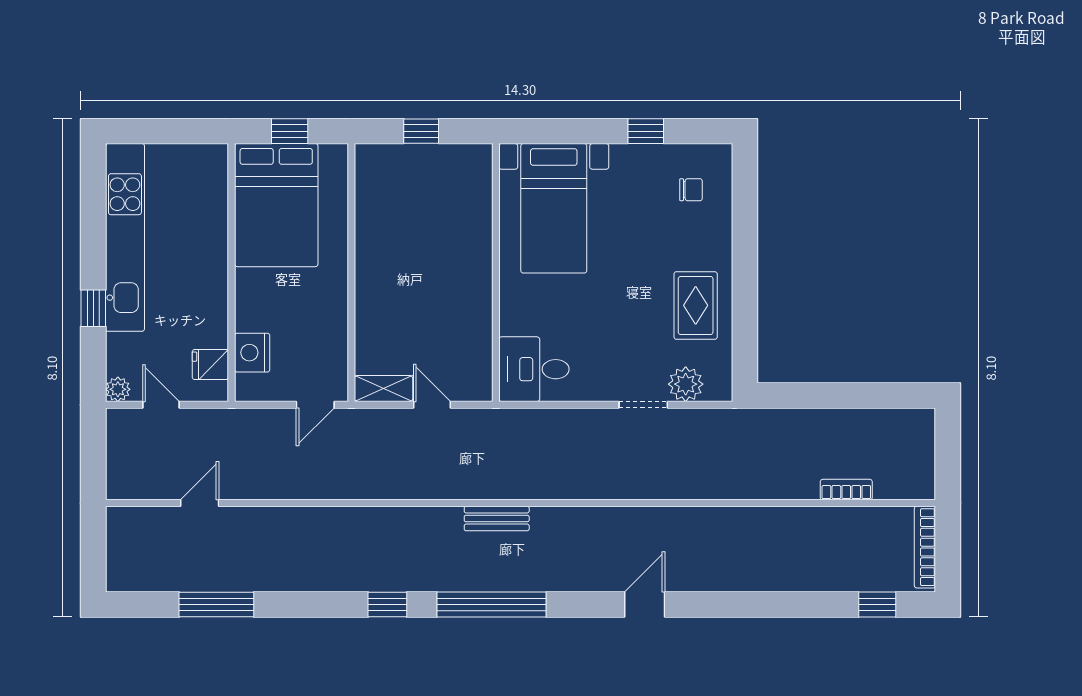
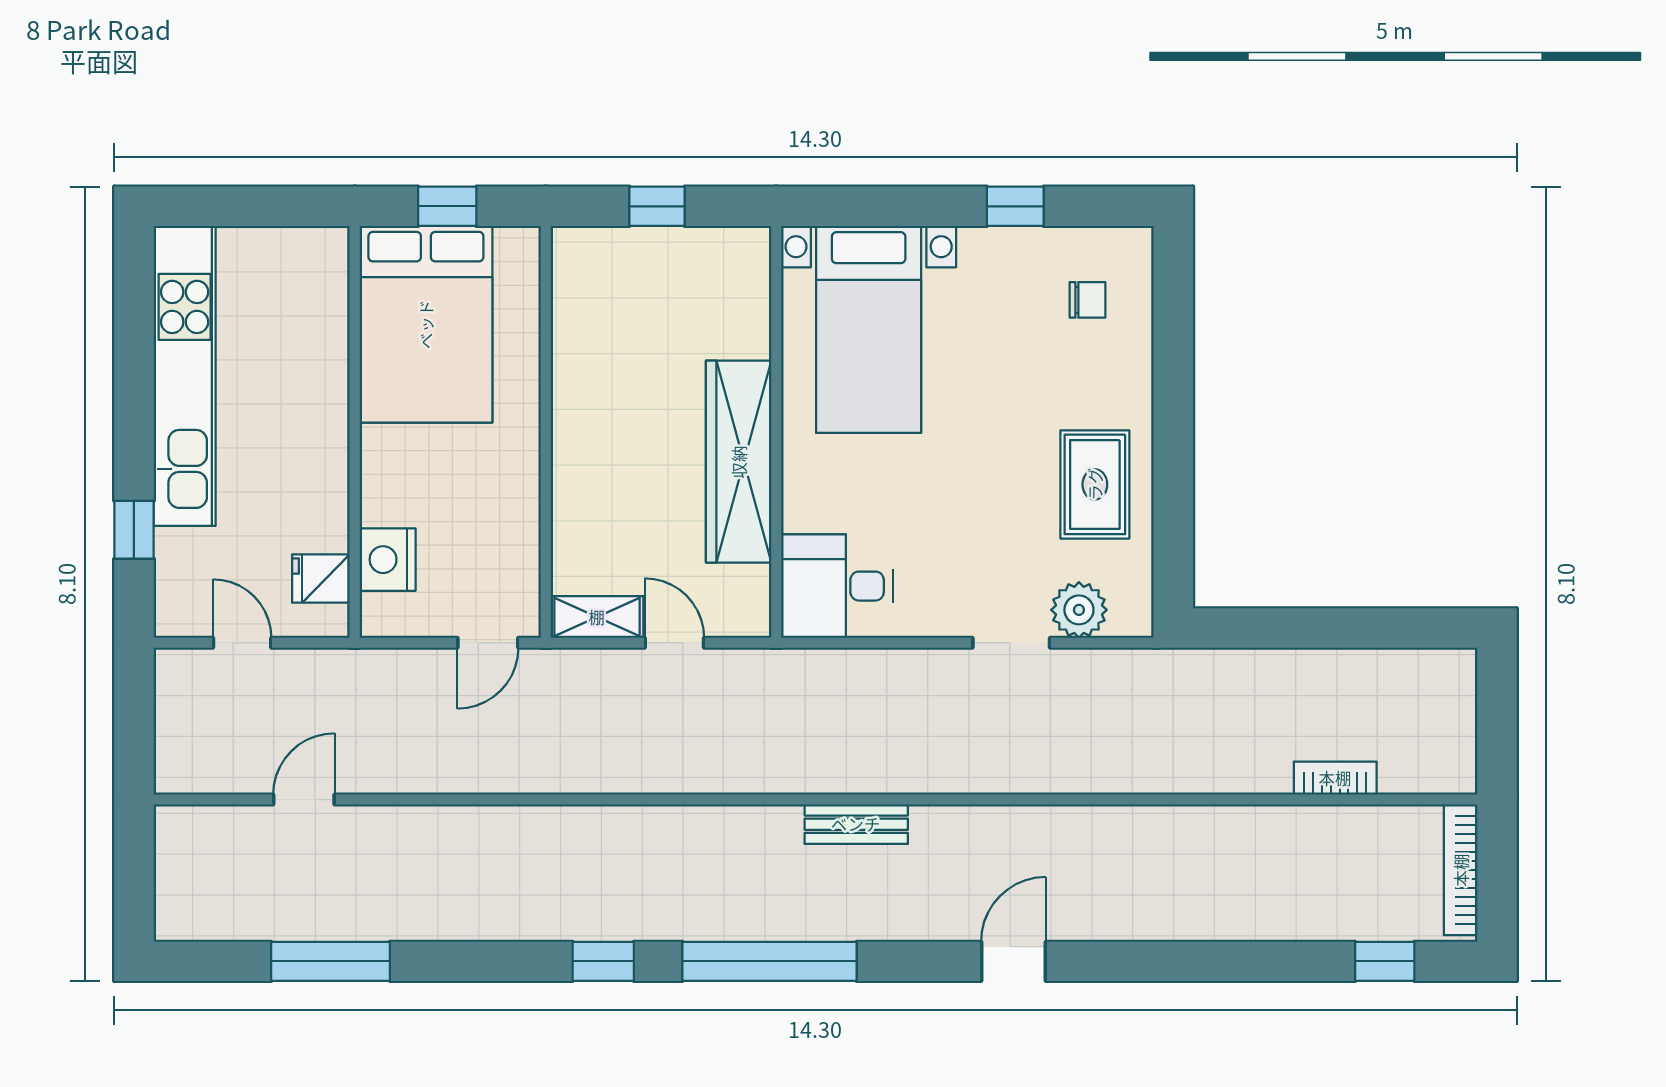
wardrobe: (472, 291) -> (739, 462), added
window: (93, 308) -> (134, 530), moved
plant: (118, 389) -> (173, 618), removed
bench: (497, 518) -> (856, 824), moved

